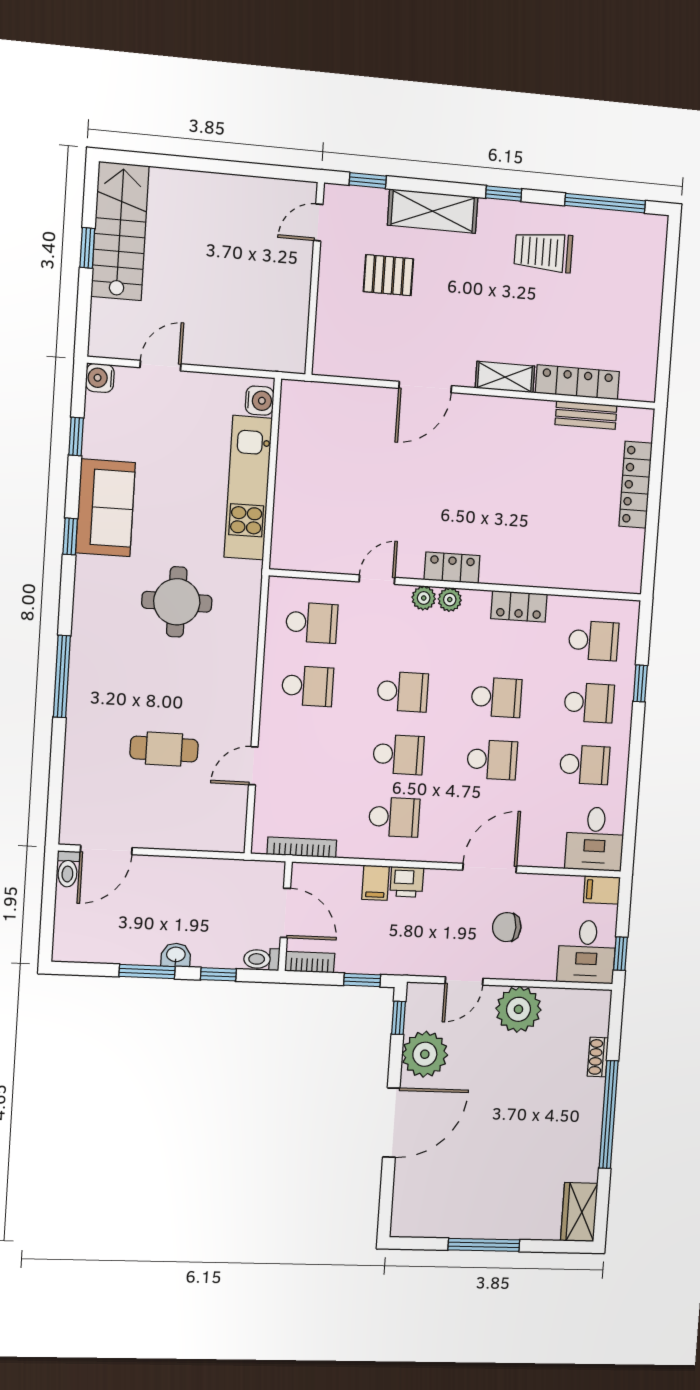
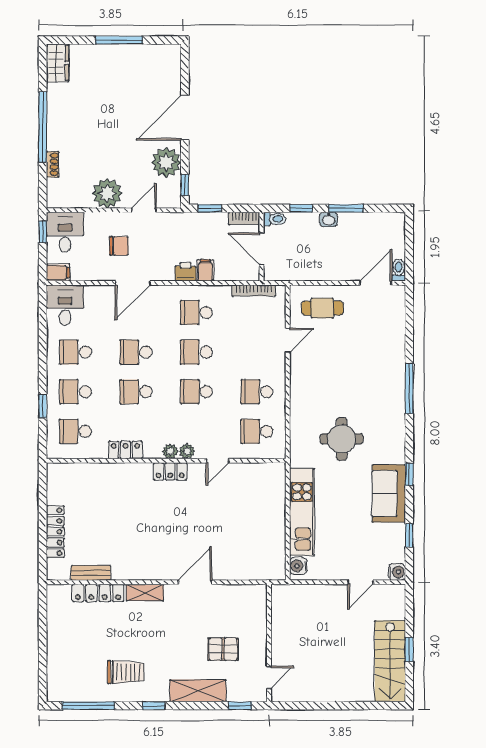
cafe table: (164, 749) -> (322, 308), moved

